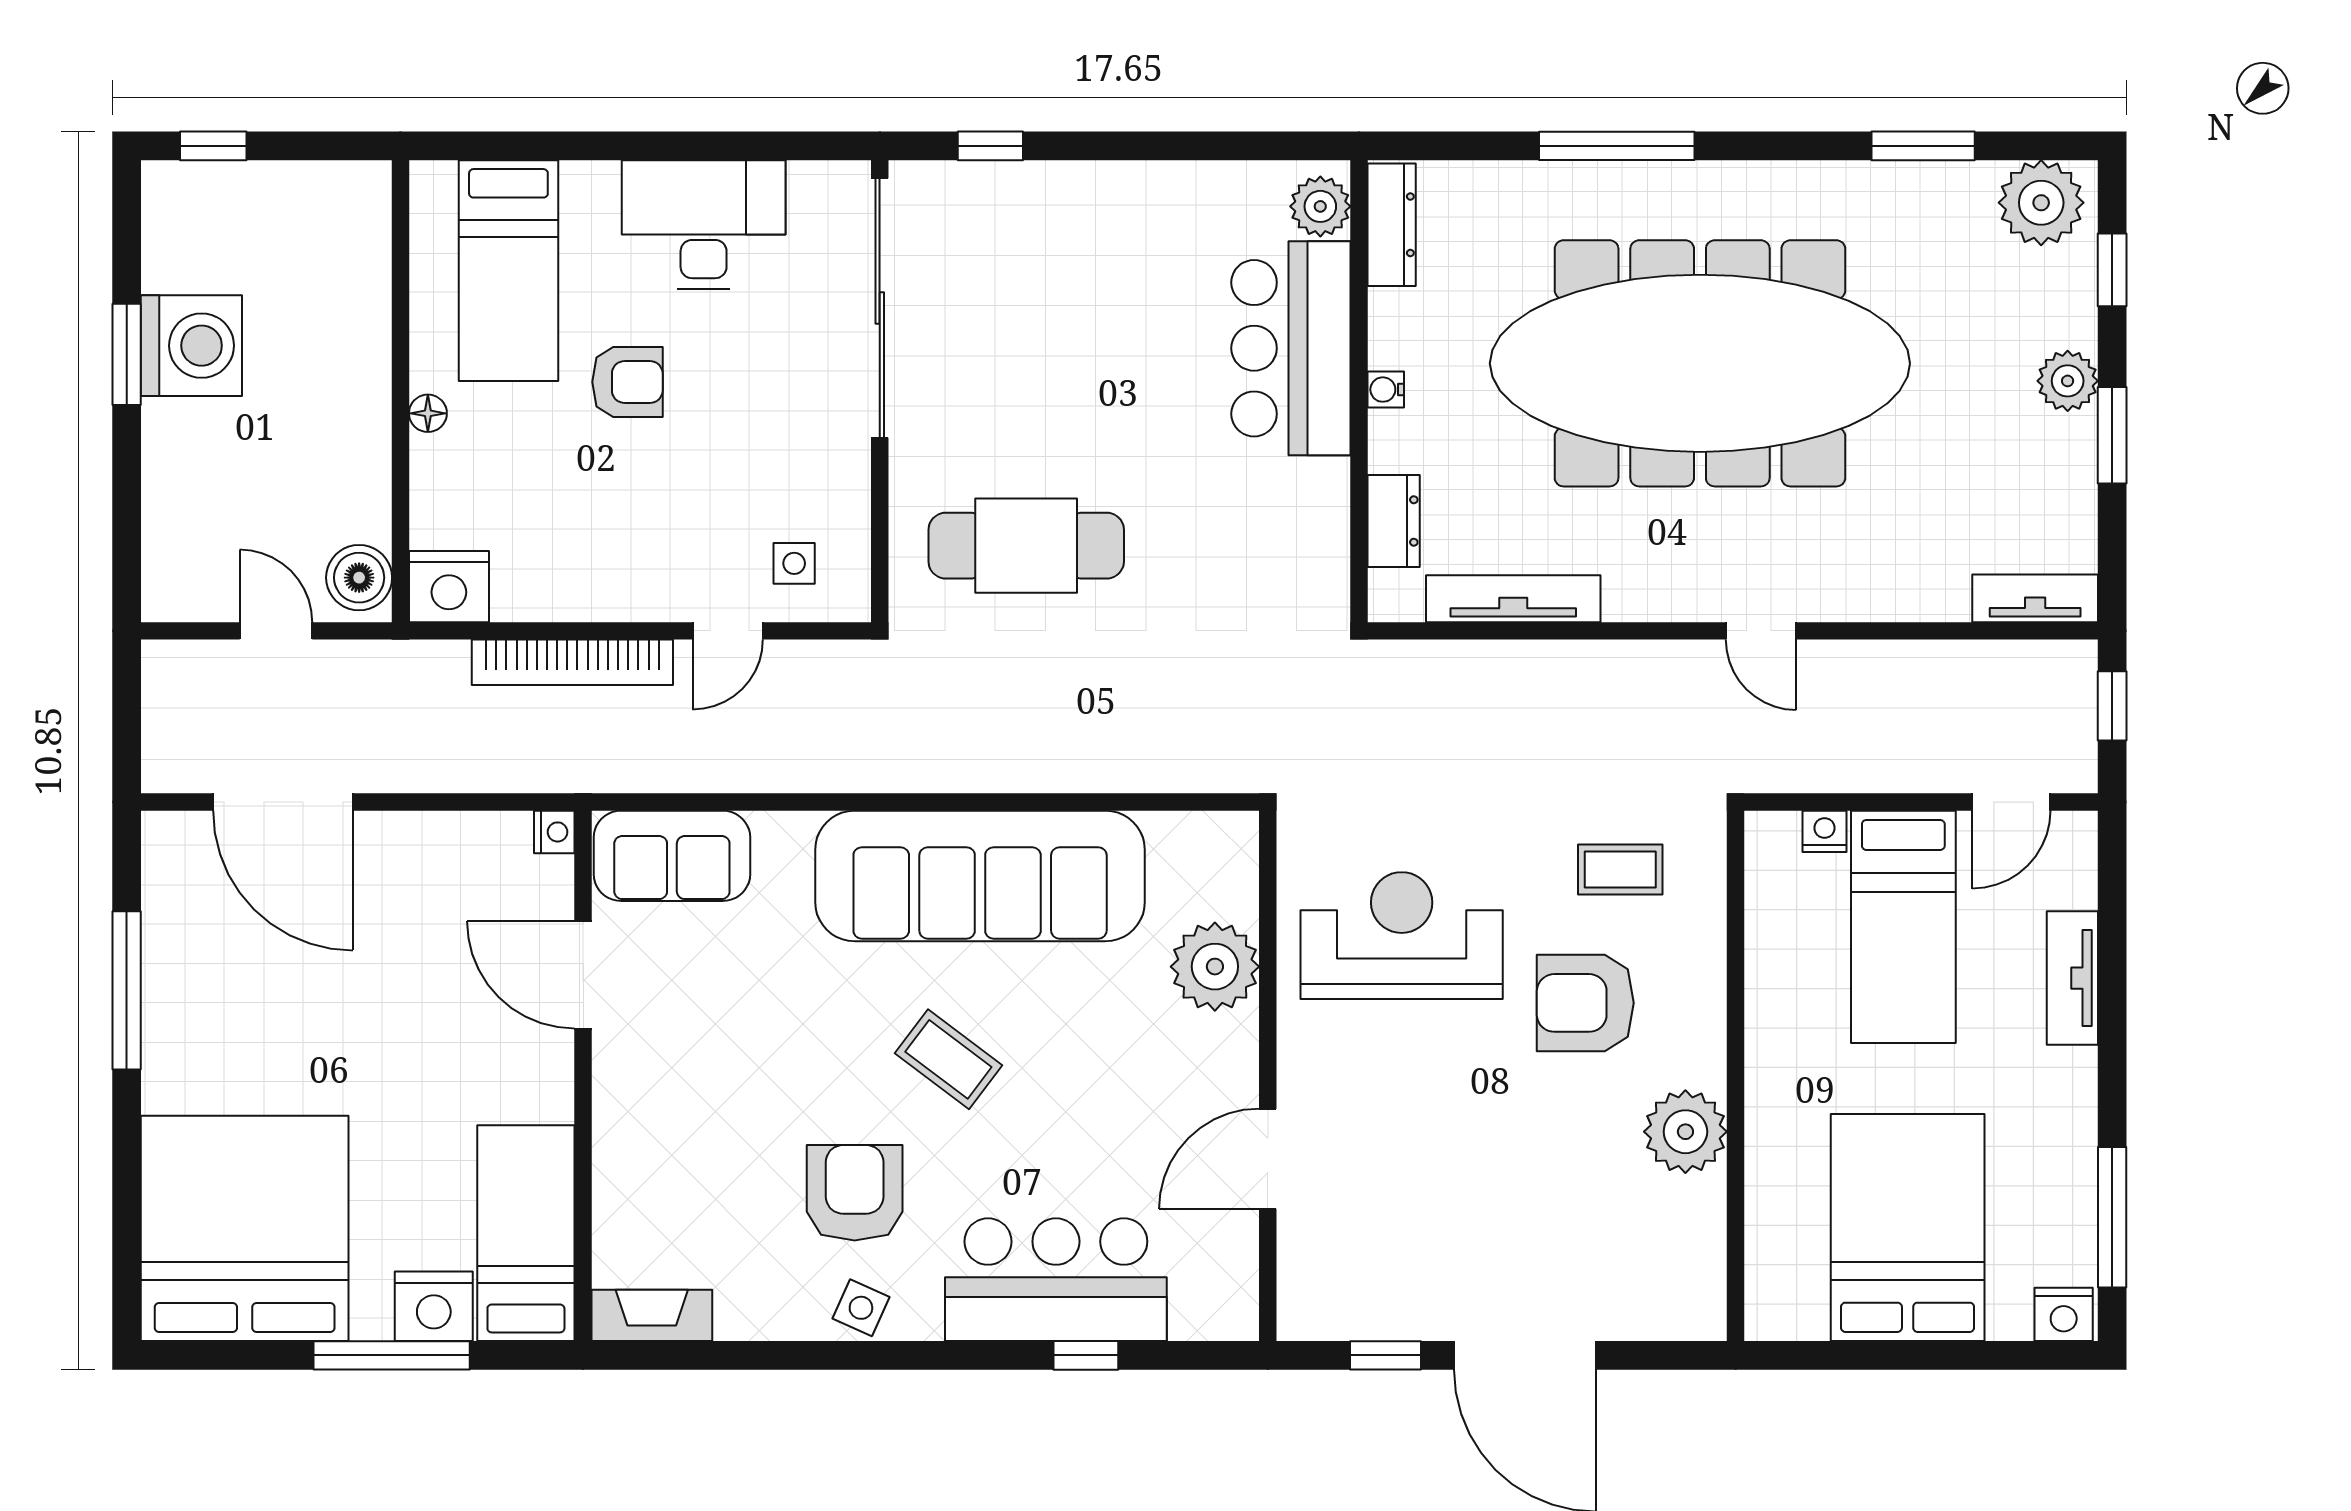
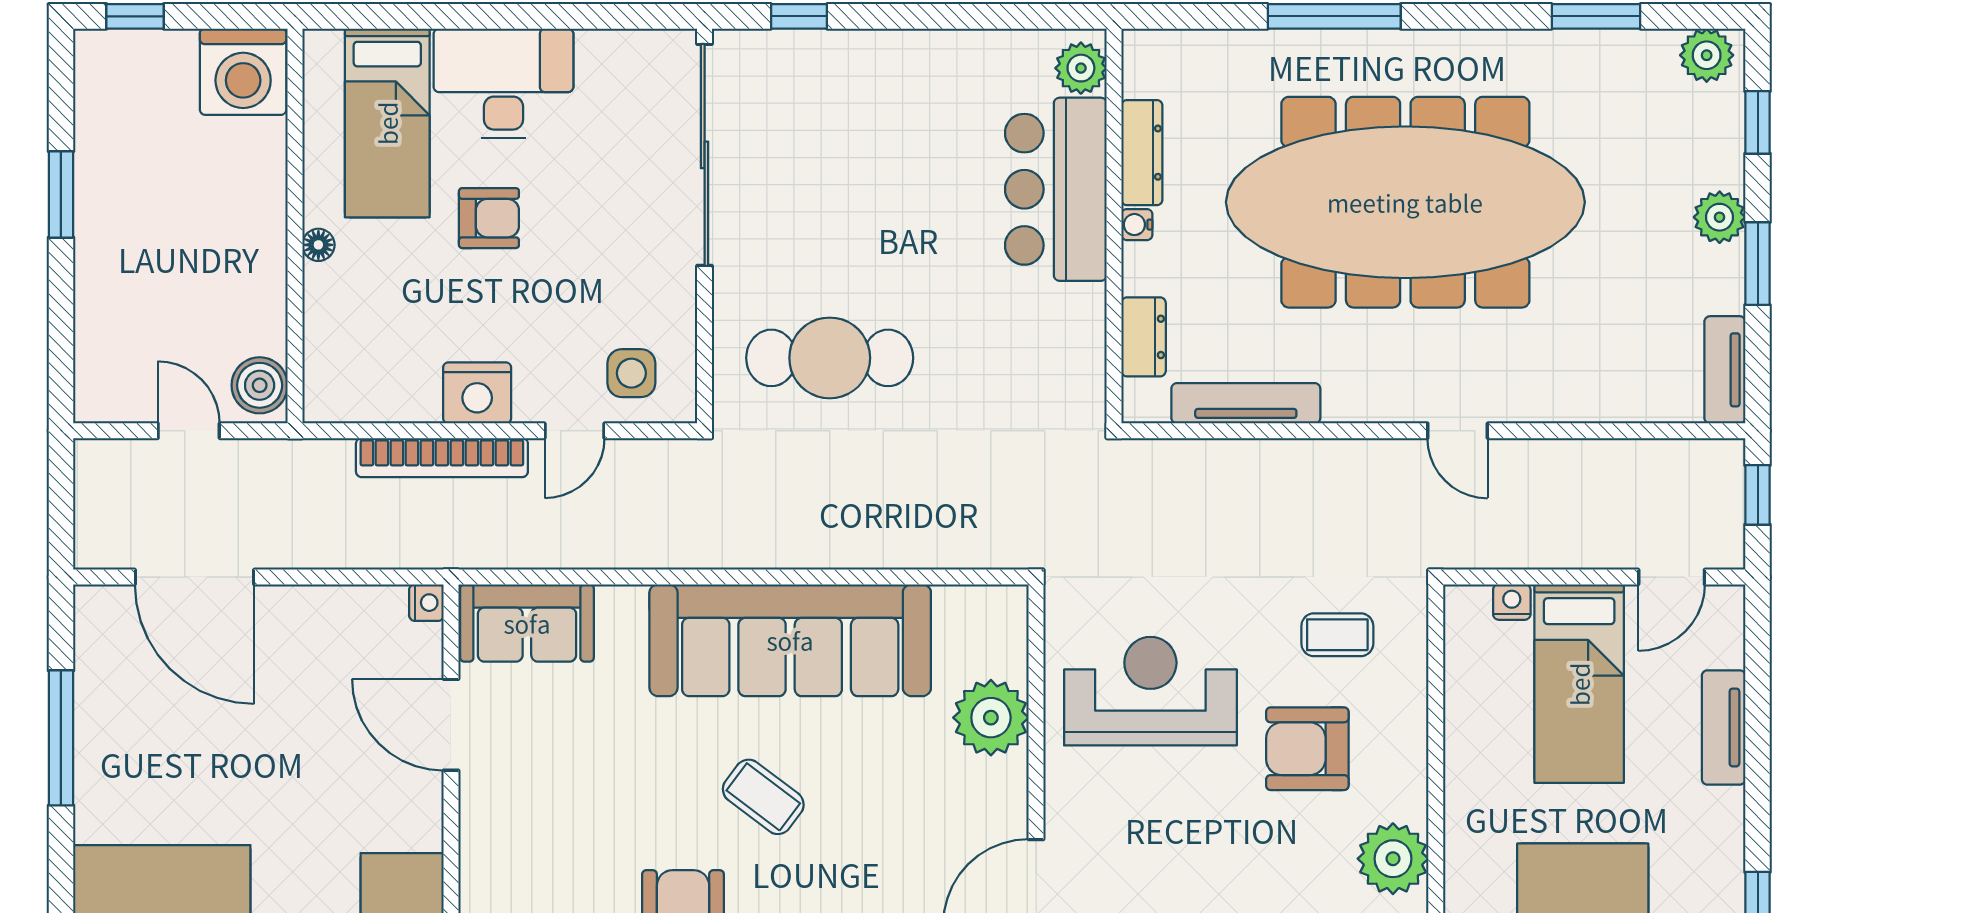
plant: (2041, 203) -> (1707, 55), width x0.73, depth x0.73
desk: (704, 224) -> (503, 83), moved
dresser: (1392, 225) -> (1142, 153), moved
washing machine: (191, 346) -> (243, 72), moved, turned 90
side table: (794, 563) -> (631, 373), width x1.37, depth x1.37
nightstand: (449, 587) -> (477, 393), moved
tv unit: (2035, 598) -> (1725, 370), moved, turned -90

